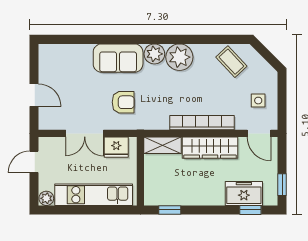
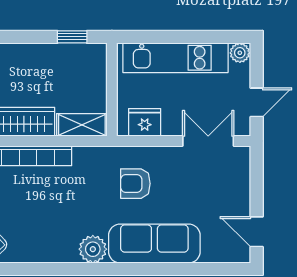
plant: (179, 57) -> (59, 245), removed
sofa: (118, 58) -> (154, 244), width x1.36
door: (34, 95) -> (257, 232), moved
double door: (85, 133) -> (208, 141), moved

